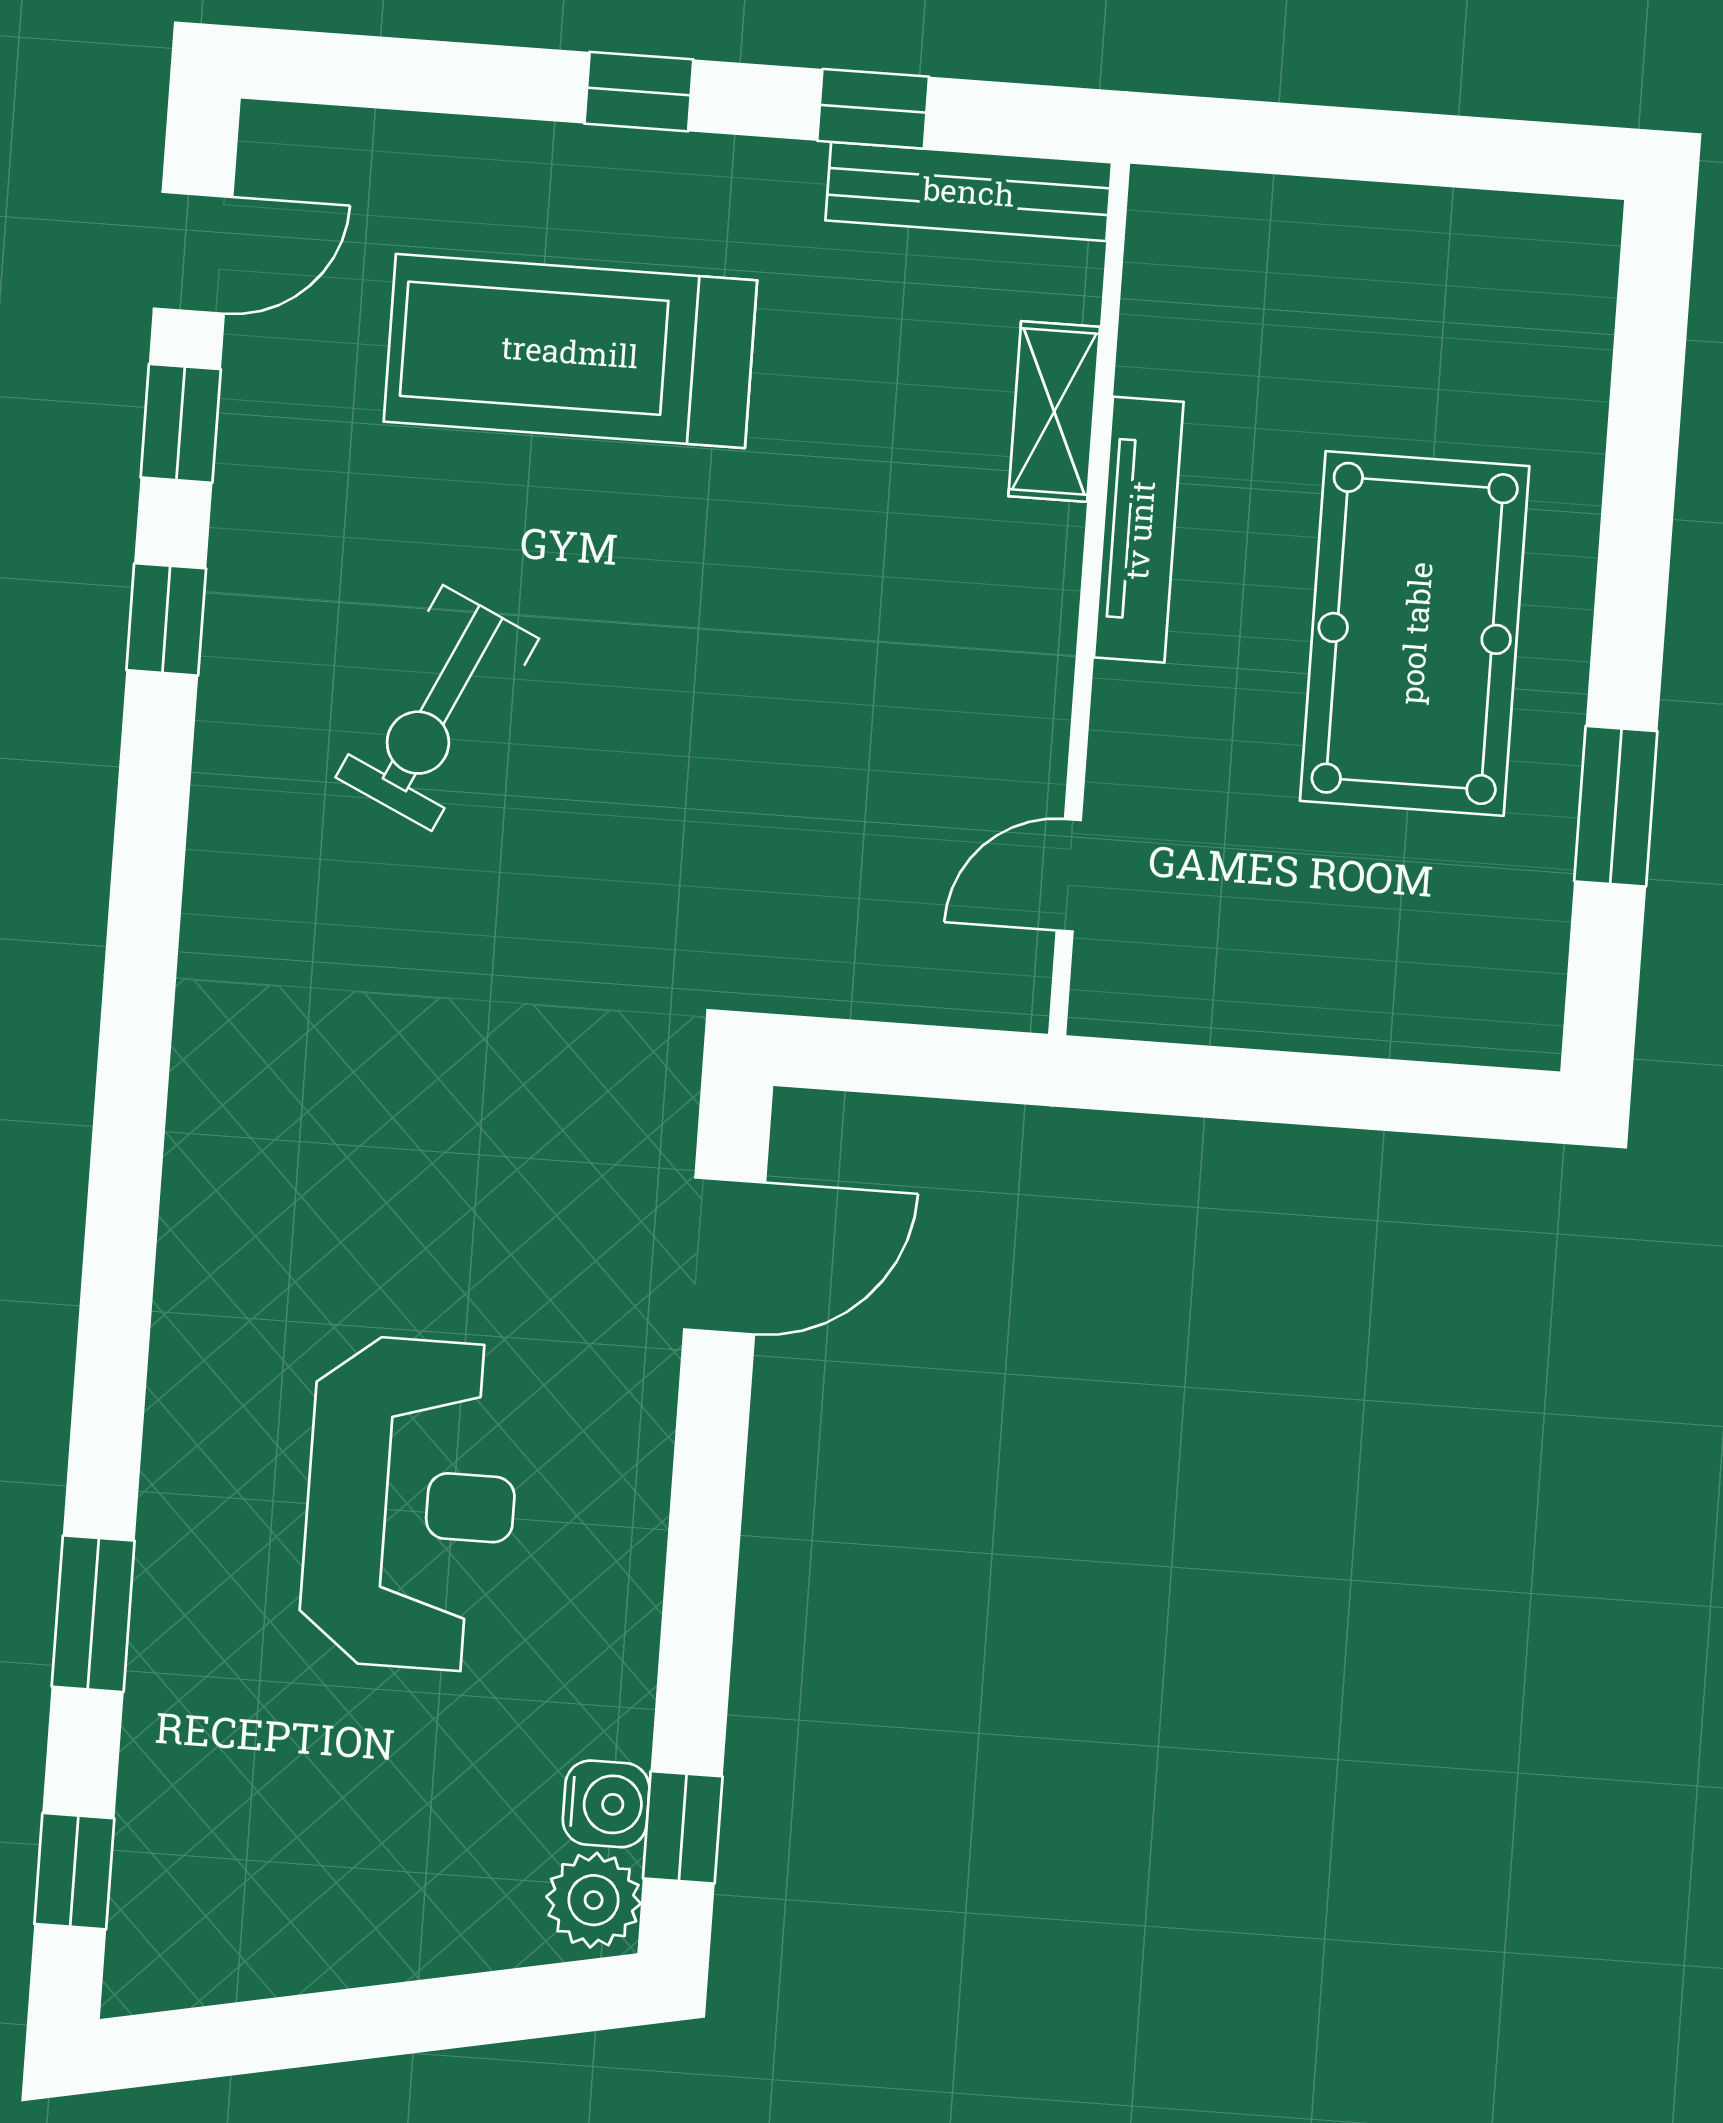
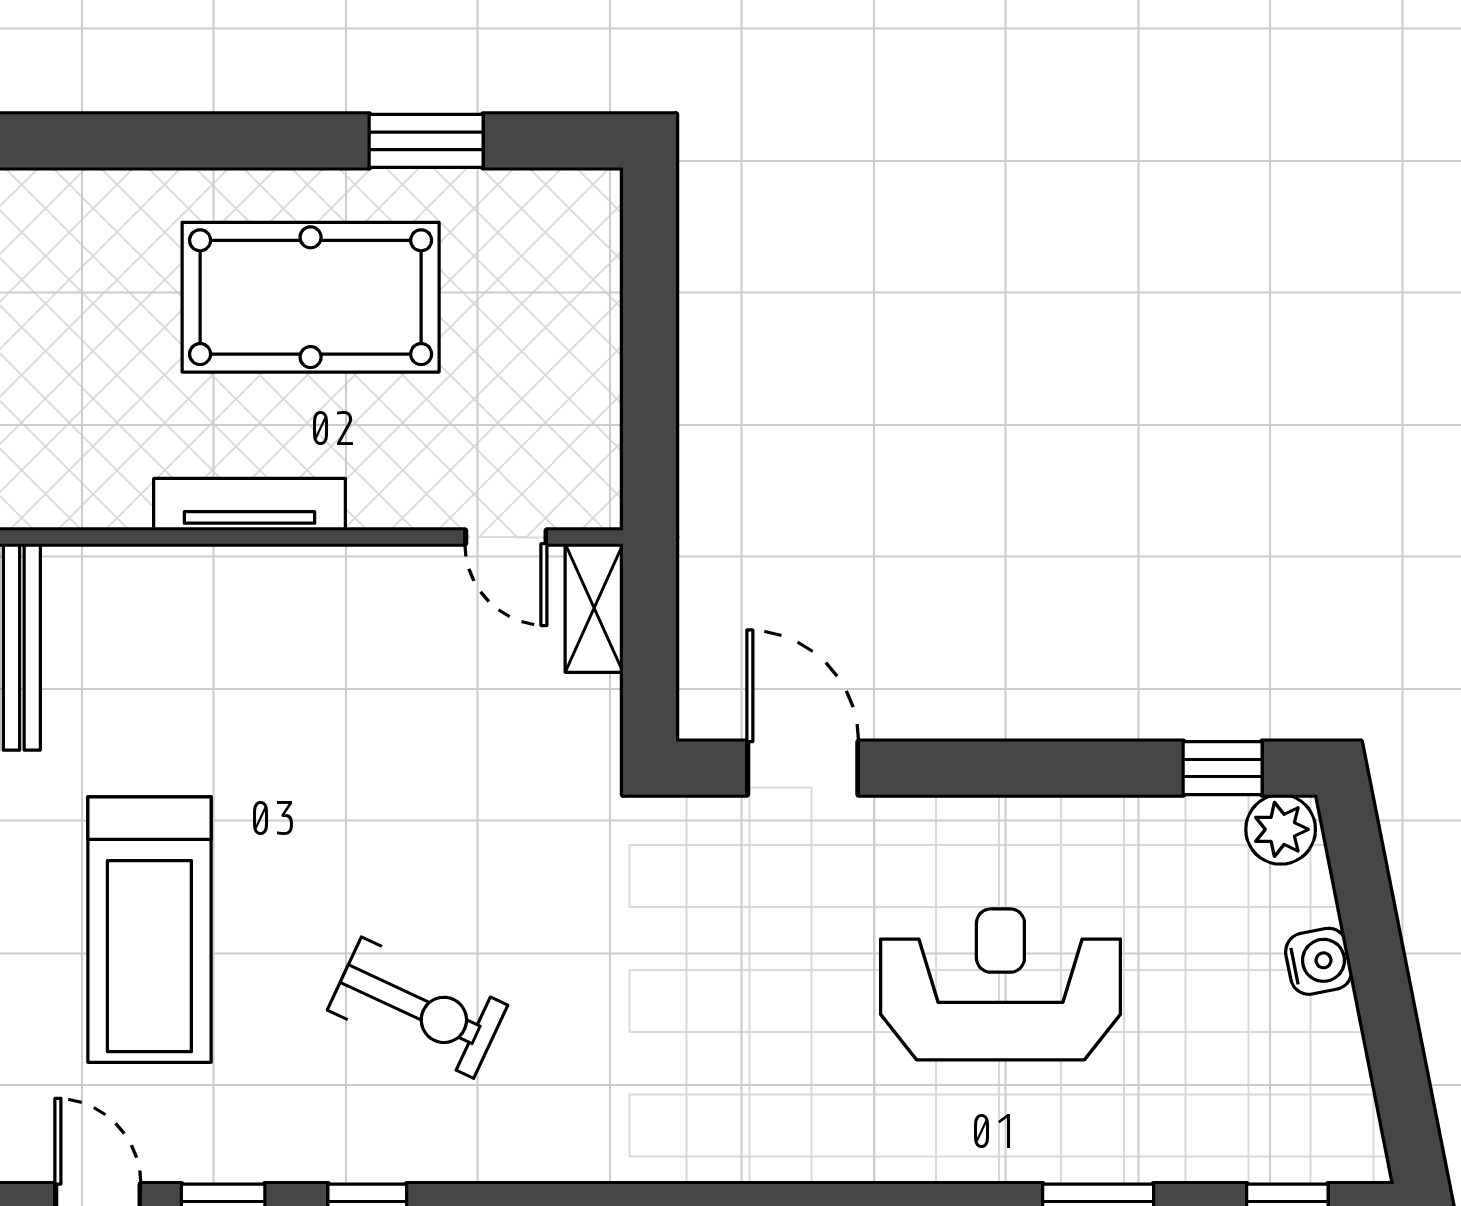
shelving: (1054, 412) -> (594, 608), moved, turned 90
water cooler: (606, 1804) -> (1319, 961), moved, turned 79

